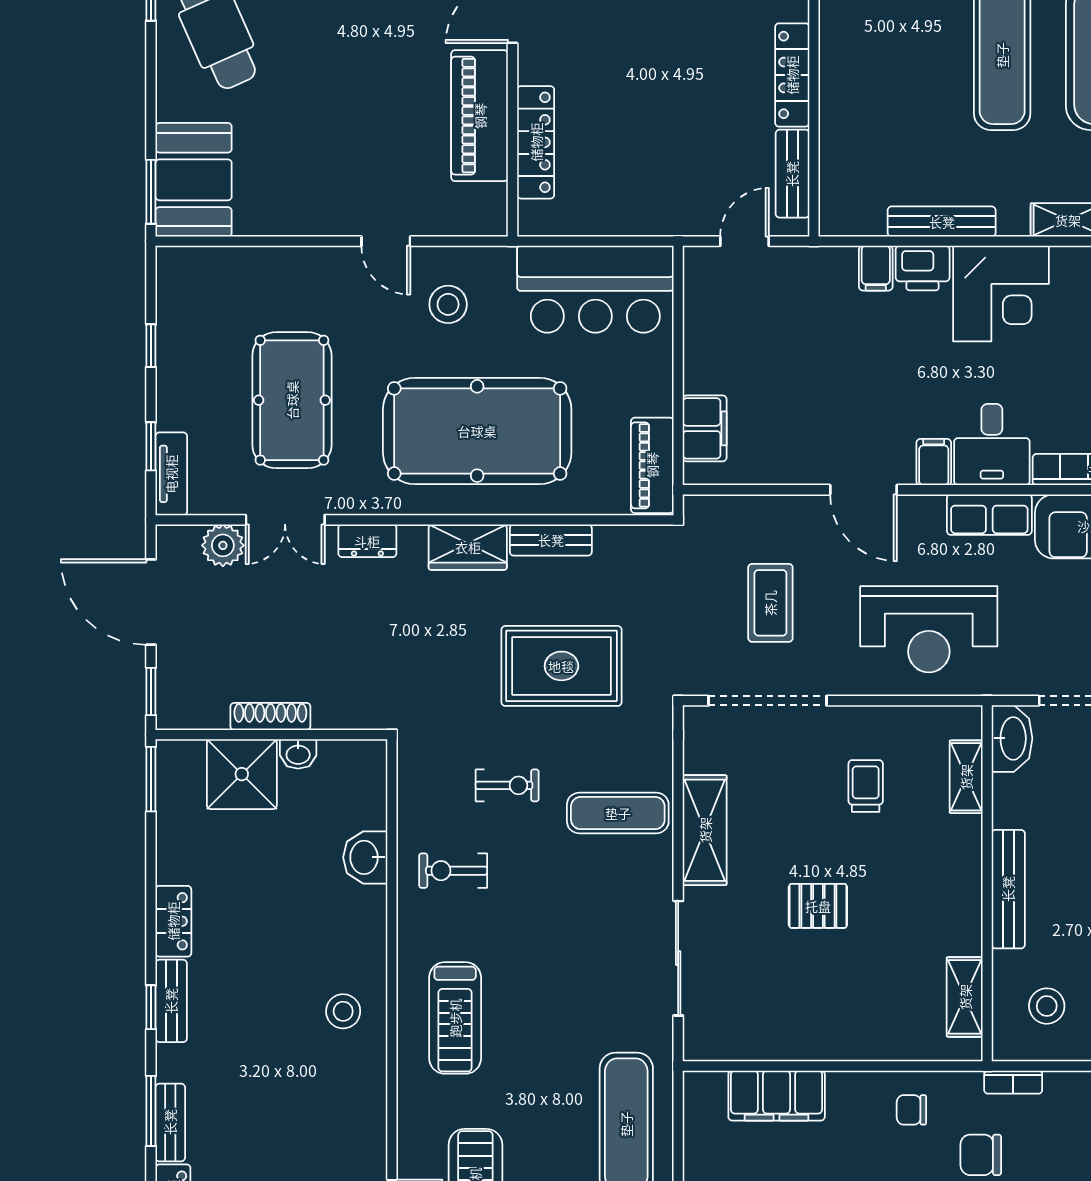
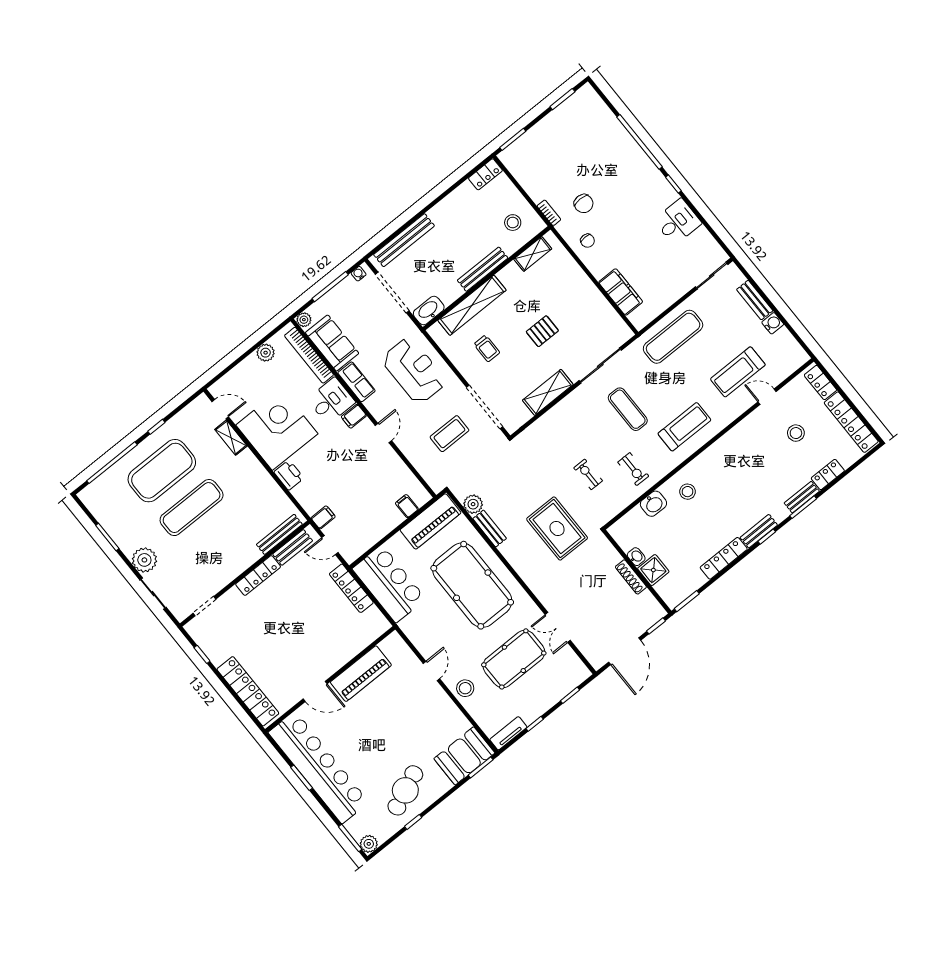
locker: (536, 142) -> (351, 588), moved, turned -90
bench: (942, 222) -> (279, 534), moved, turned 90
filing cabinet: (876, 268) -> (323, 517), moved
corner desk: (1001, 294) -> (277, 429), width x1.36, depth x1.36
stool: (448, 304) -> (465, 688), moved
filing cabinet: (705, 428) -> (407, 506), width x0.50
piano: (652, 465) -> (431, 521), width x1.37, depth x1.33
tv unit: (171, 474) -> (508, 733), moved
door: (864, 490) -> (383, 433), width x0.73
double door: (285, 520) -> (558, 627), swing flipped
dresser: (367, 541) -> (542, 593), removed
plant: (223, 545) -> (473, 504), moved
wardrobe: (468, 547) -> (516, 556), removed
rug: (561, 666) -> (557, 529), moved
shower: (242, 774) -> (653, 570), width x0.73, depth x0.73
shelving: (966, 777) -> (472, 305), width x2.20, depth x1.33
trolley: (866, 786) -> (487, 348), turned -90
exercise mat: (618, 813) -> (628, 409), moved
pallet: (818, 906) -> (542, 331), turned 90
locker: (173, 921) -> (724, 558), width x1.53
stool: (343, 1011) -> (688, 492), moved

